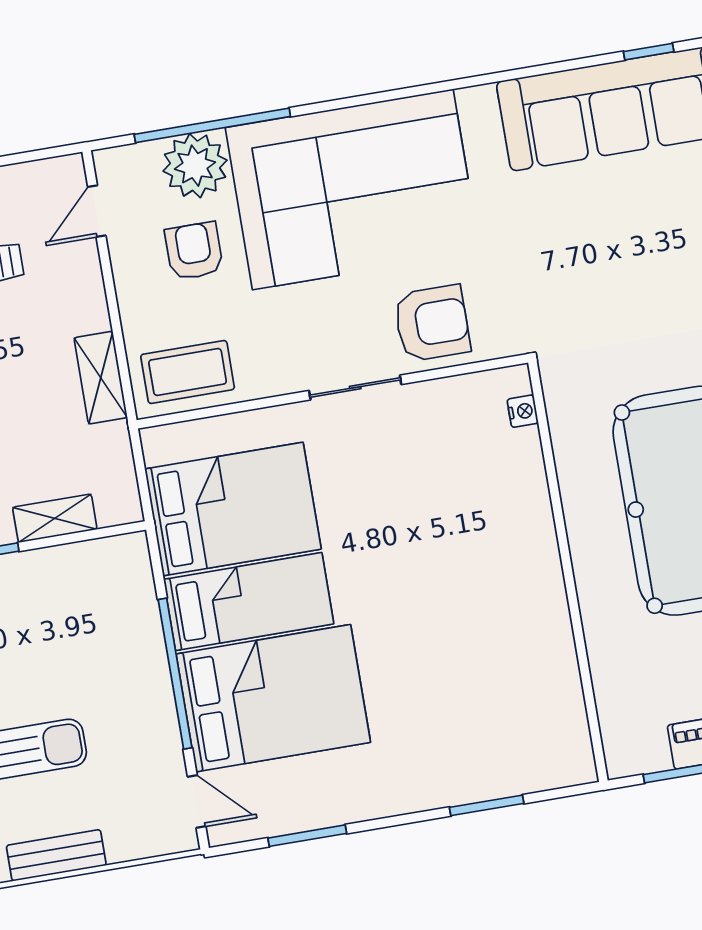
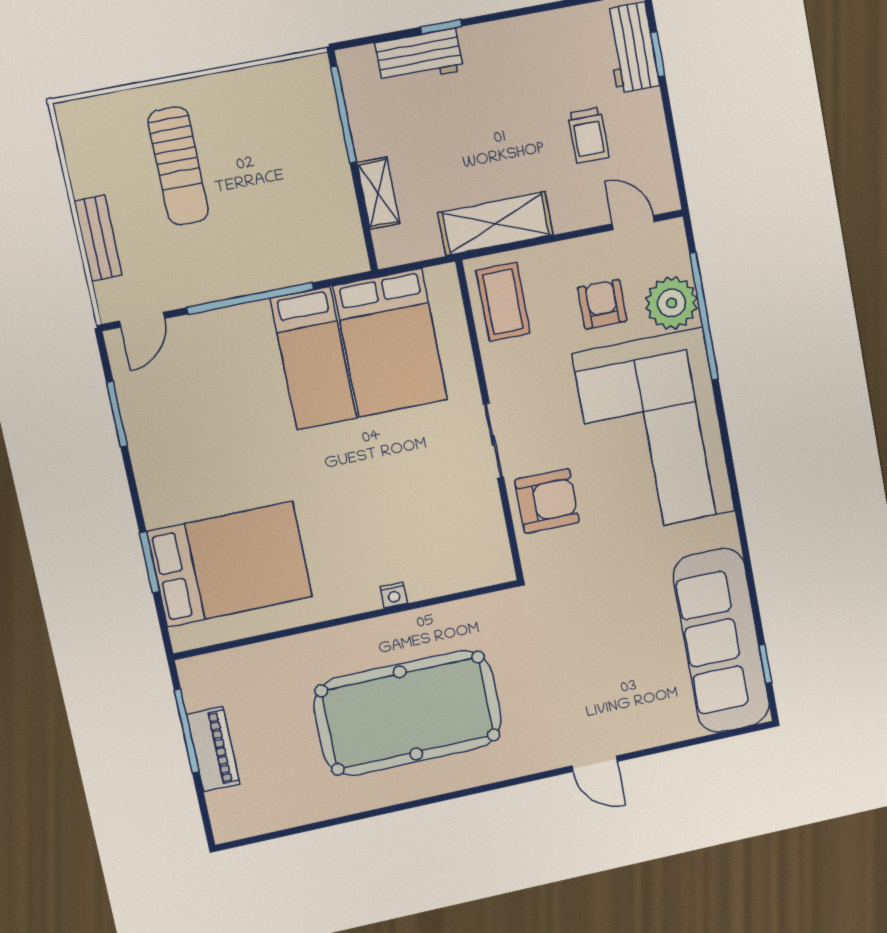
armchair: (194, 251) -> (602, 304), turned -90
armchair: (432, 323) -> (547, 501), turned -90
shelving: (101, 378) -> (496, 224), width x1.50, depth x1.33
nightstand: (523, 411) -> (394, 595), moved
bed: (273, 698) -> (230, 564), moved, turned -90
bench: (56, 855) -> (98, 238), moved

